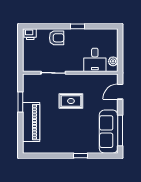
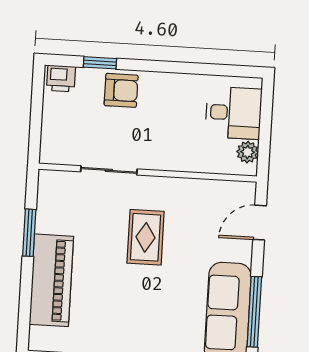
window: (78, 26) -> (100, 63), moved
desk: (95, 60) -> (234, 113), moved, turned -90
rug: (71, 101) -> (146, 237), turned 90

